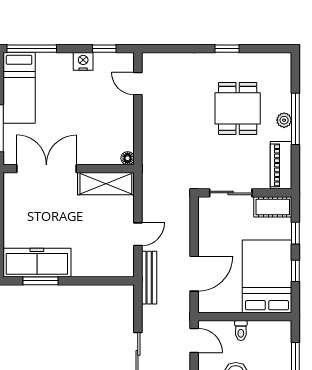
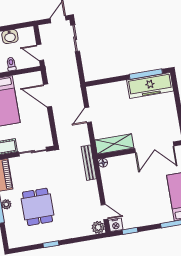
nightstand: (83, 61) -> (116, 225), moved
plant: (151, 62) -> (98, 227), added
door: (194, 274) -> (47, 96), hinge flipped
bench: (149, 278) -> (89, 163), moved
window: (40, 281) -> (146, 74), width x1.44

